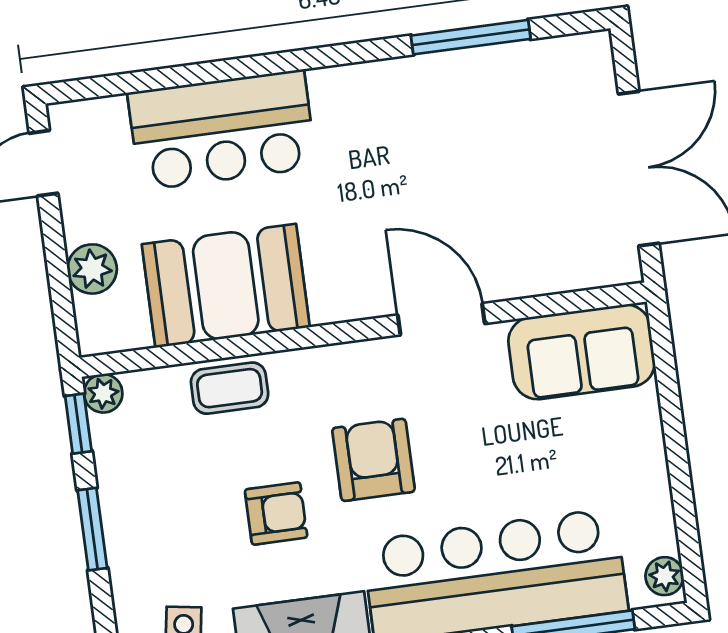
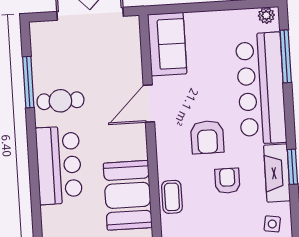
cafe table: (433, 115) -> (60, 101), added
bar counter: (222, 130) -> (59, 165), moved
armchair: (373, 460) -> (207, 137), turned -90

